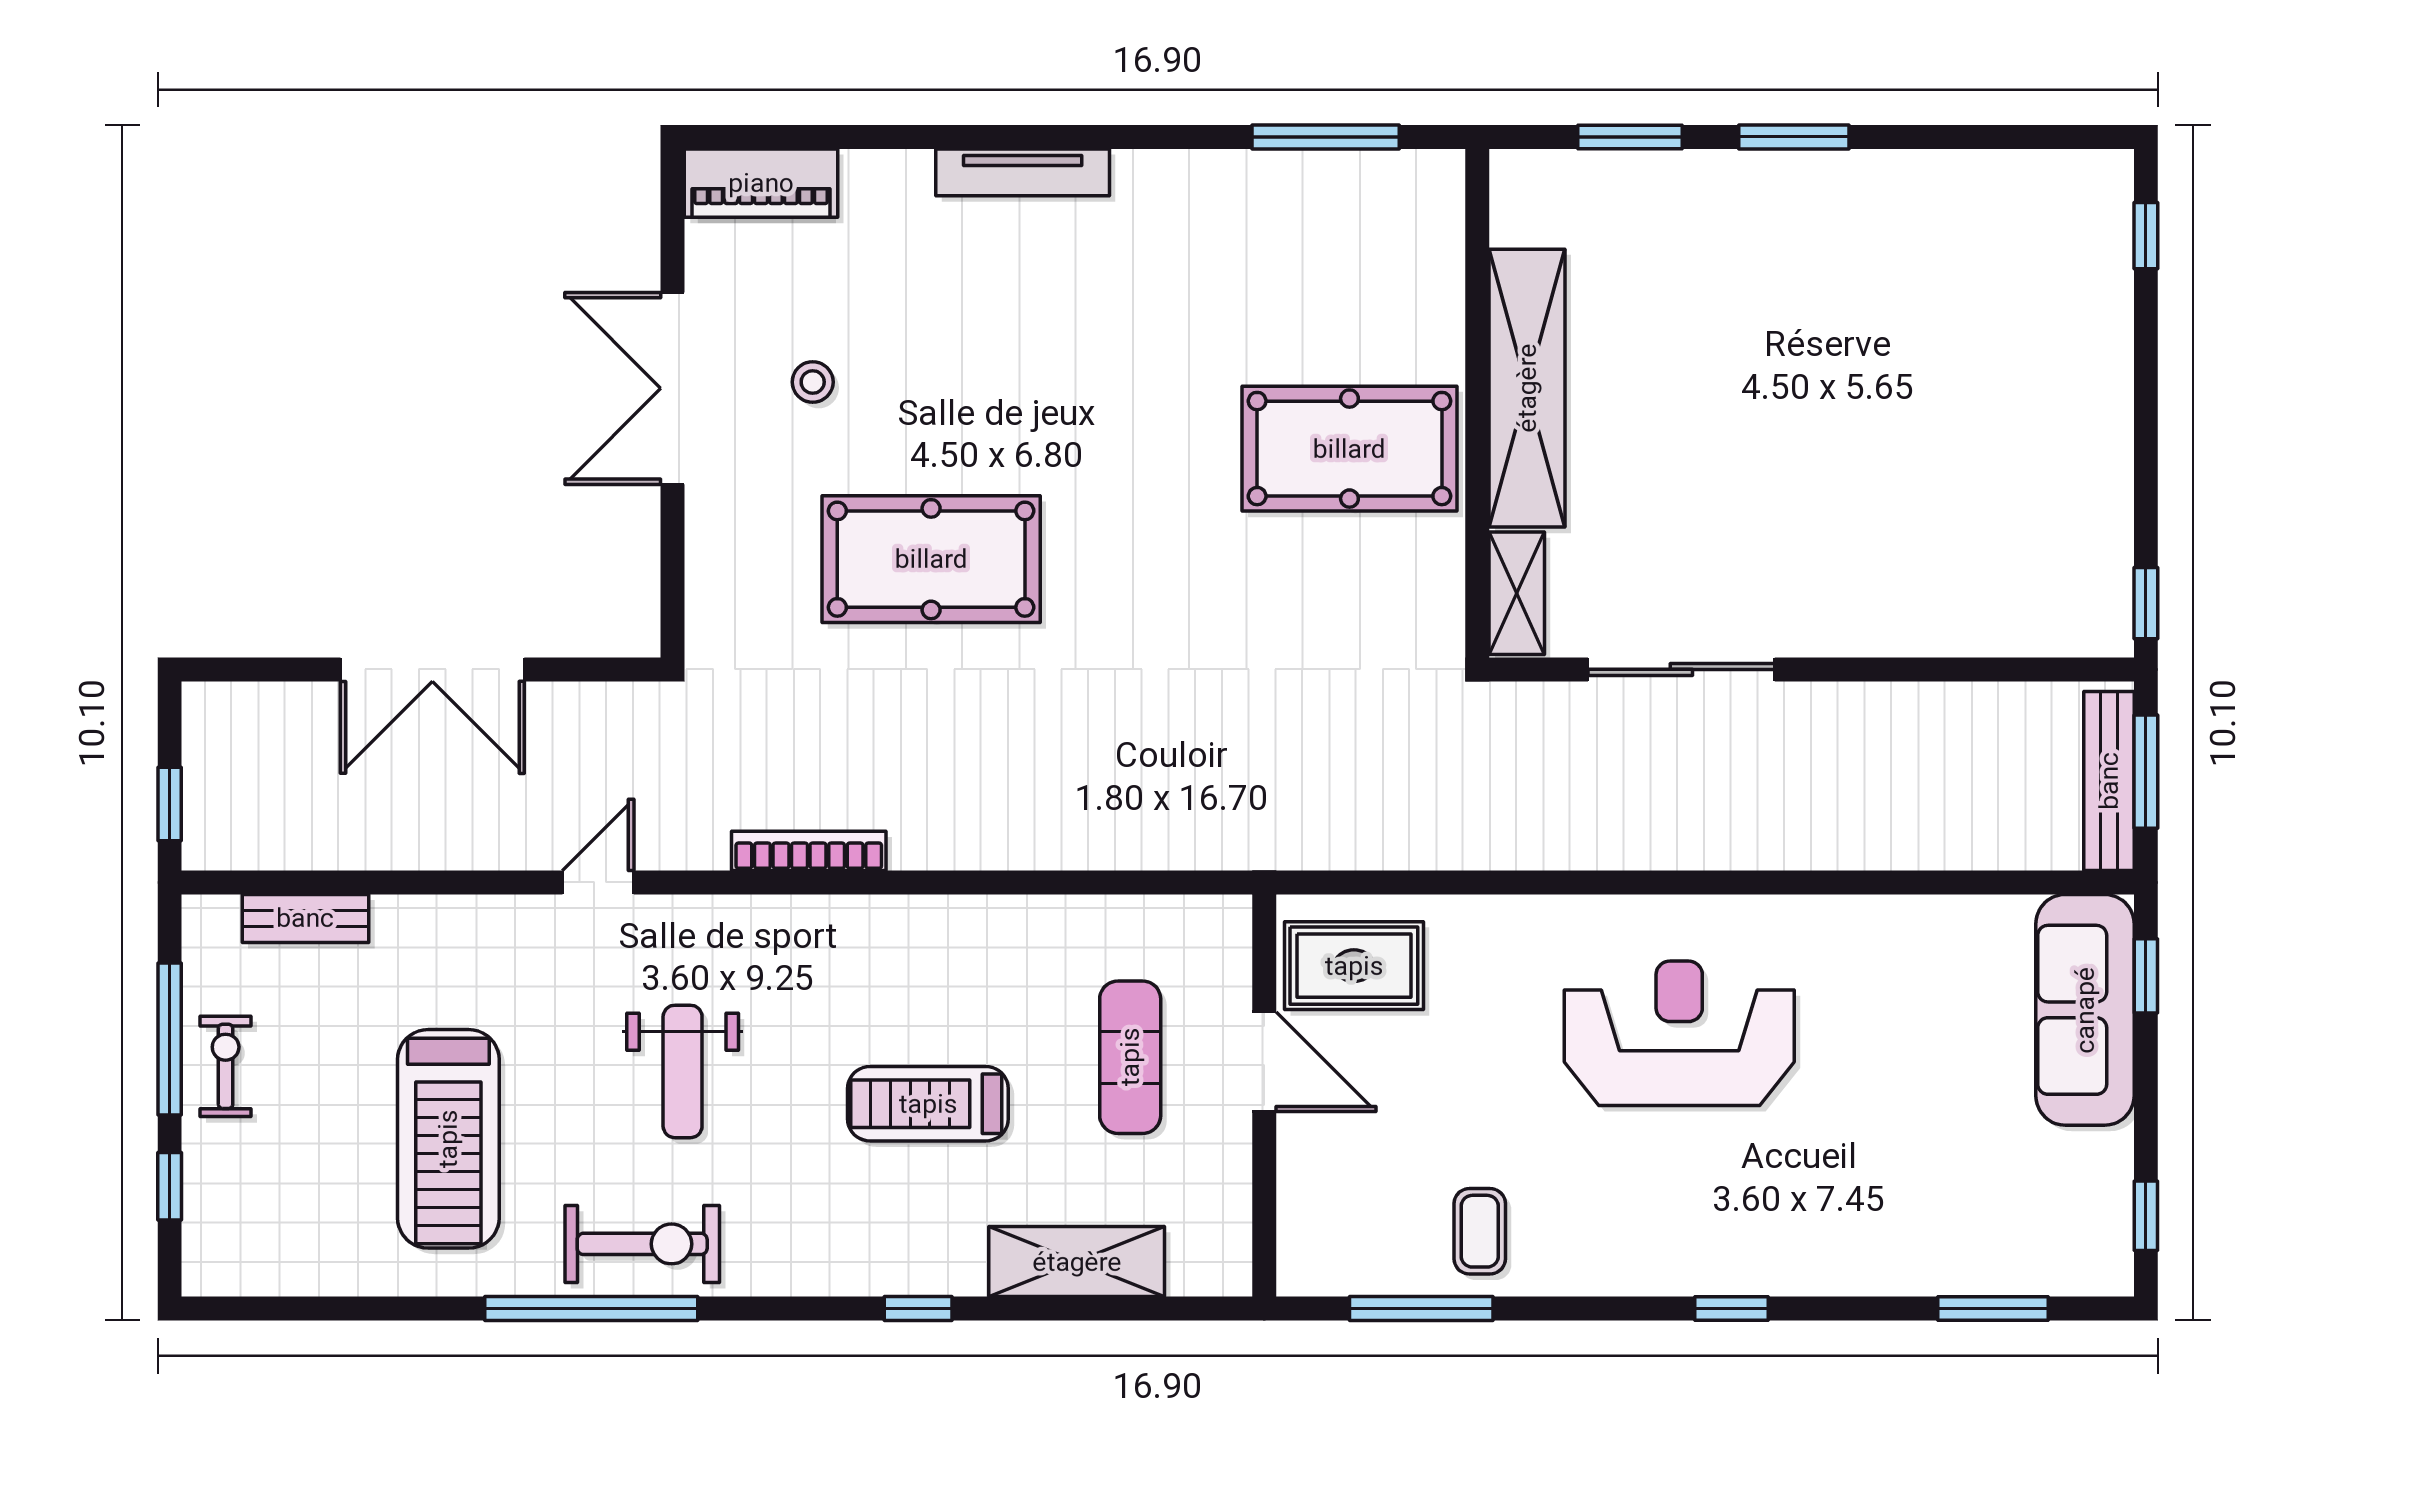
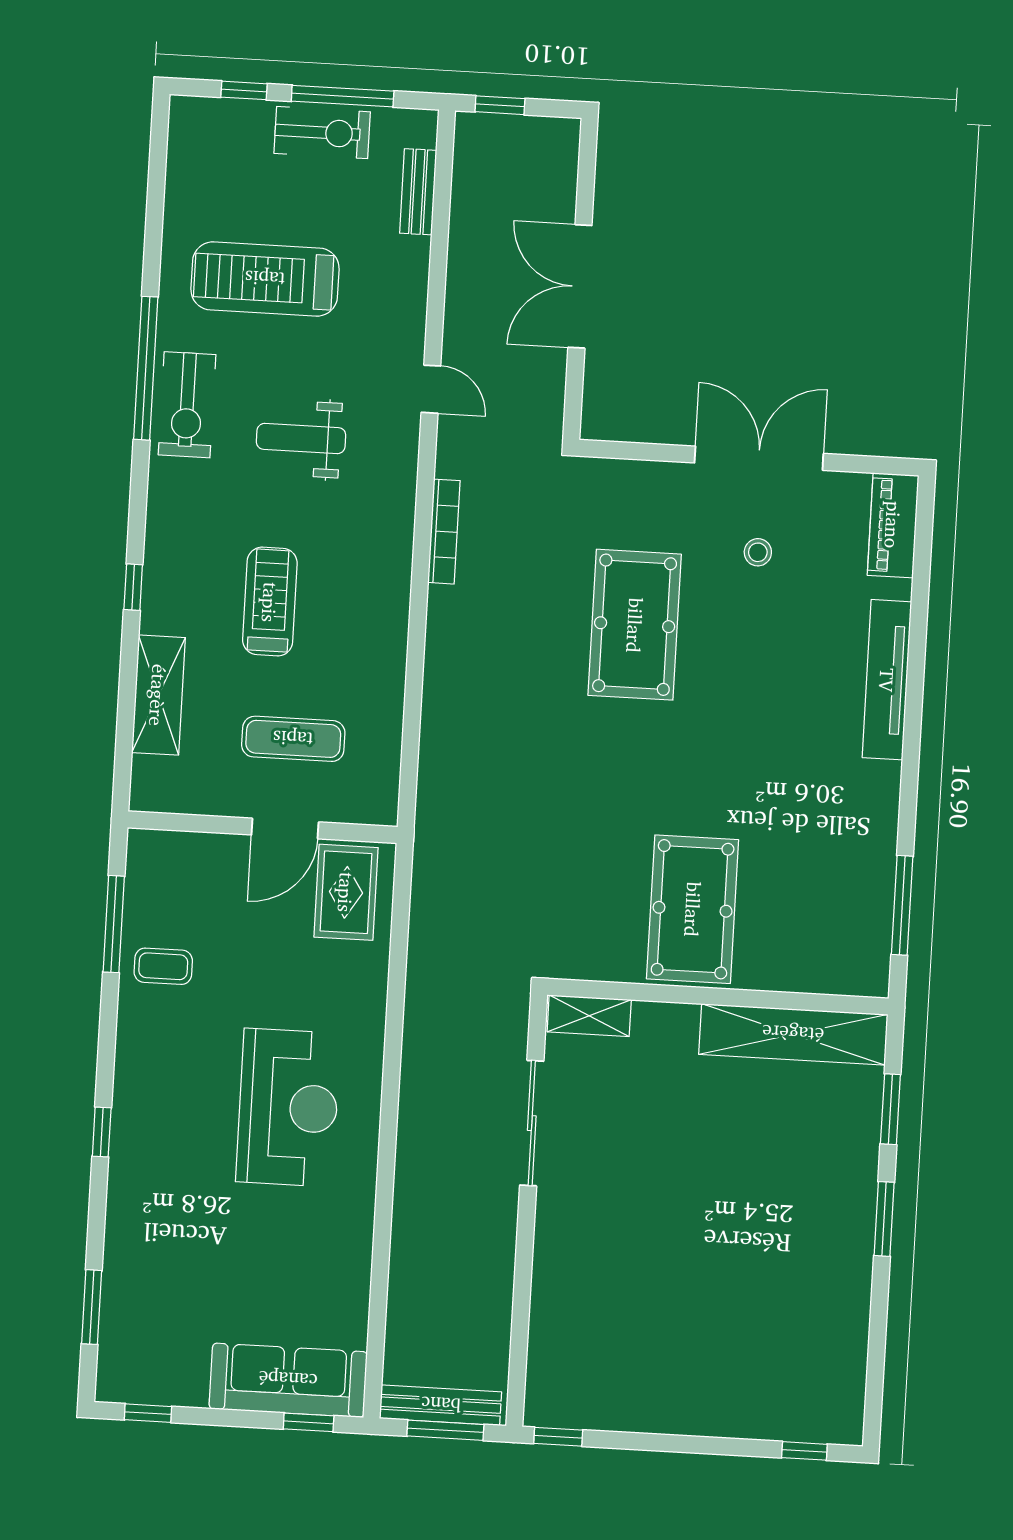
tv unit: (1023, 172) -> (887, 680), width x1.36, depth x1.29
shelving: (1527, 388) -> (793, 1034), moved
exercise bike: (226, 1066) -> (322, 133), width x1.38, depth x1.39

